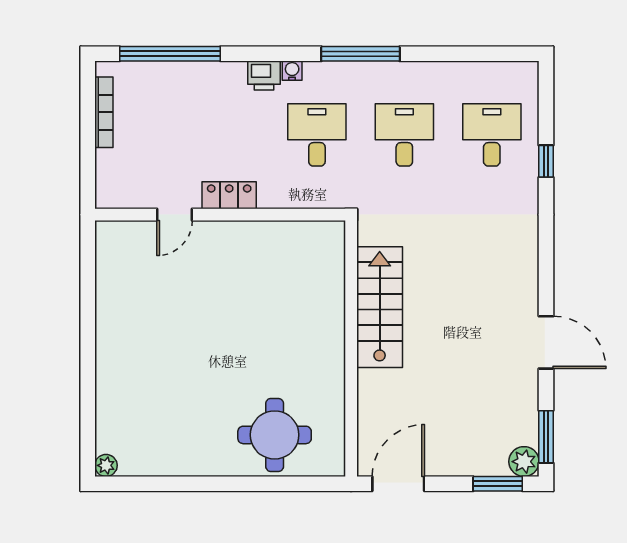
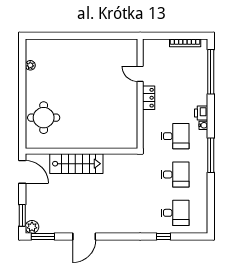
stairs: (380, 307) -> (76, 164), moved
plant: (106, 465) -> (30, 65), moved

